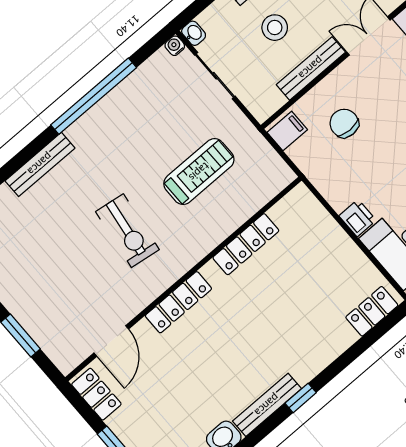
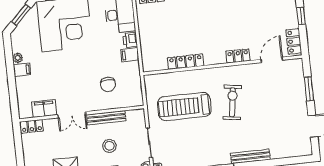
filing cabinet: (287, 131) -> (130, 55), moved
treadmill: (199, 172) -> (184, 107), width x1.37, depth x1.38
locker: (178, 302) -> (238, 56), width x0.66

